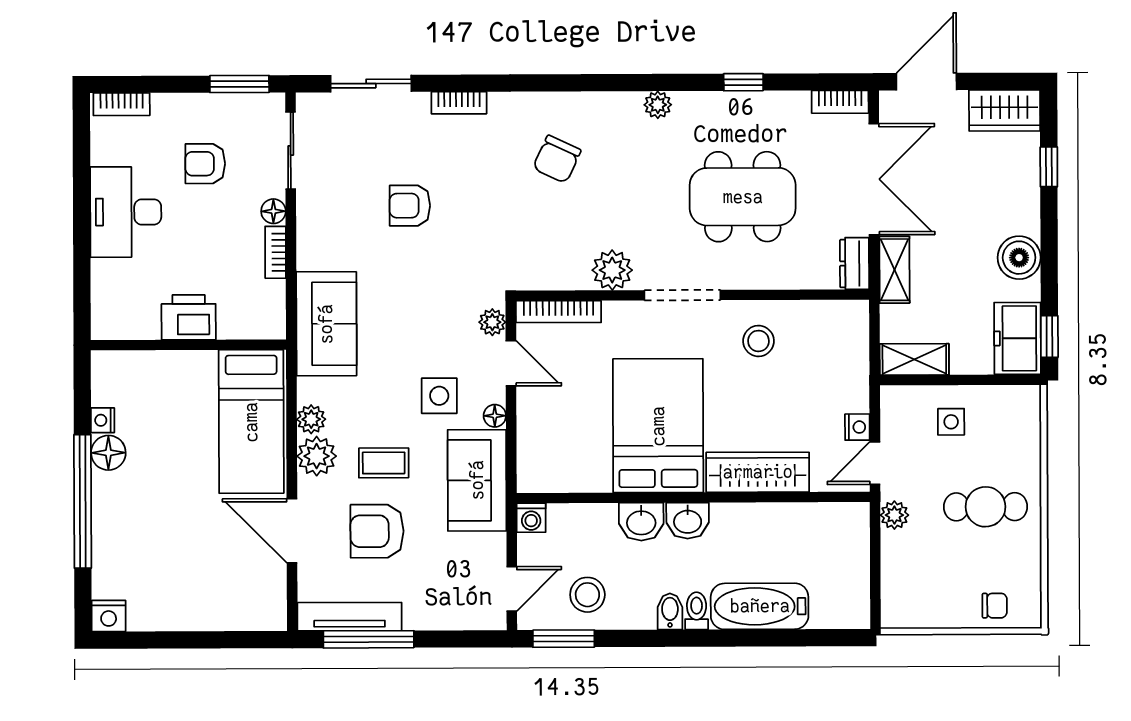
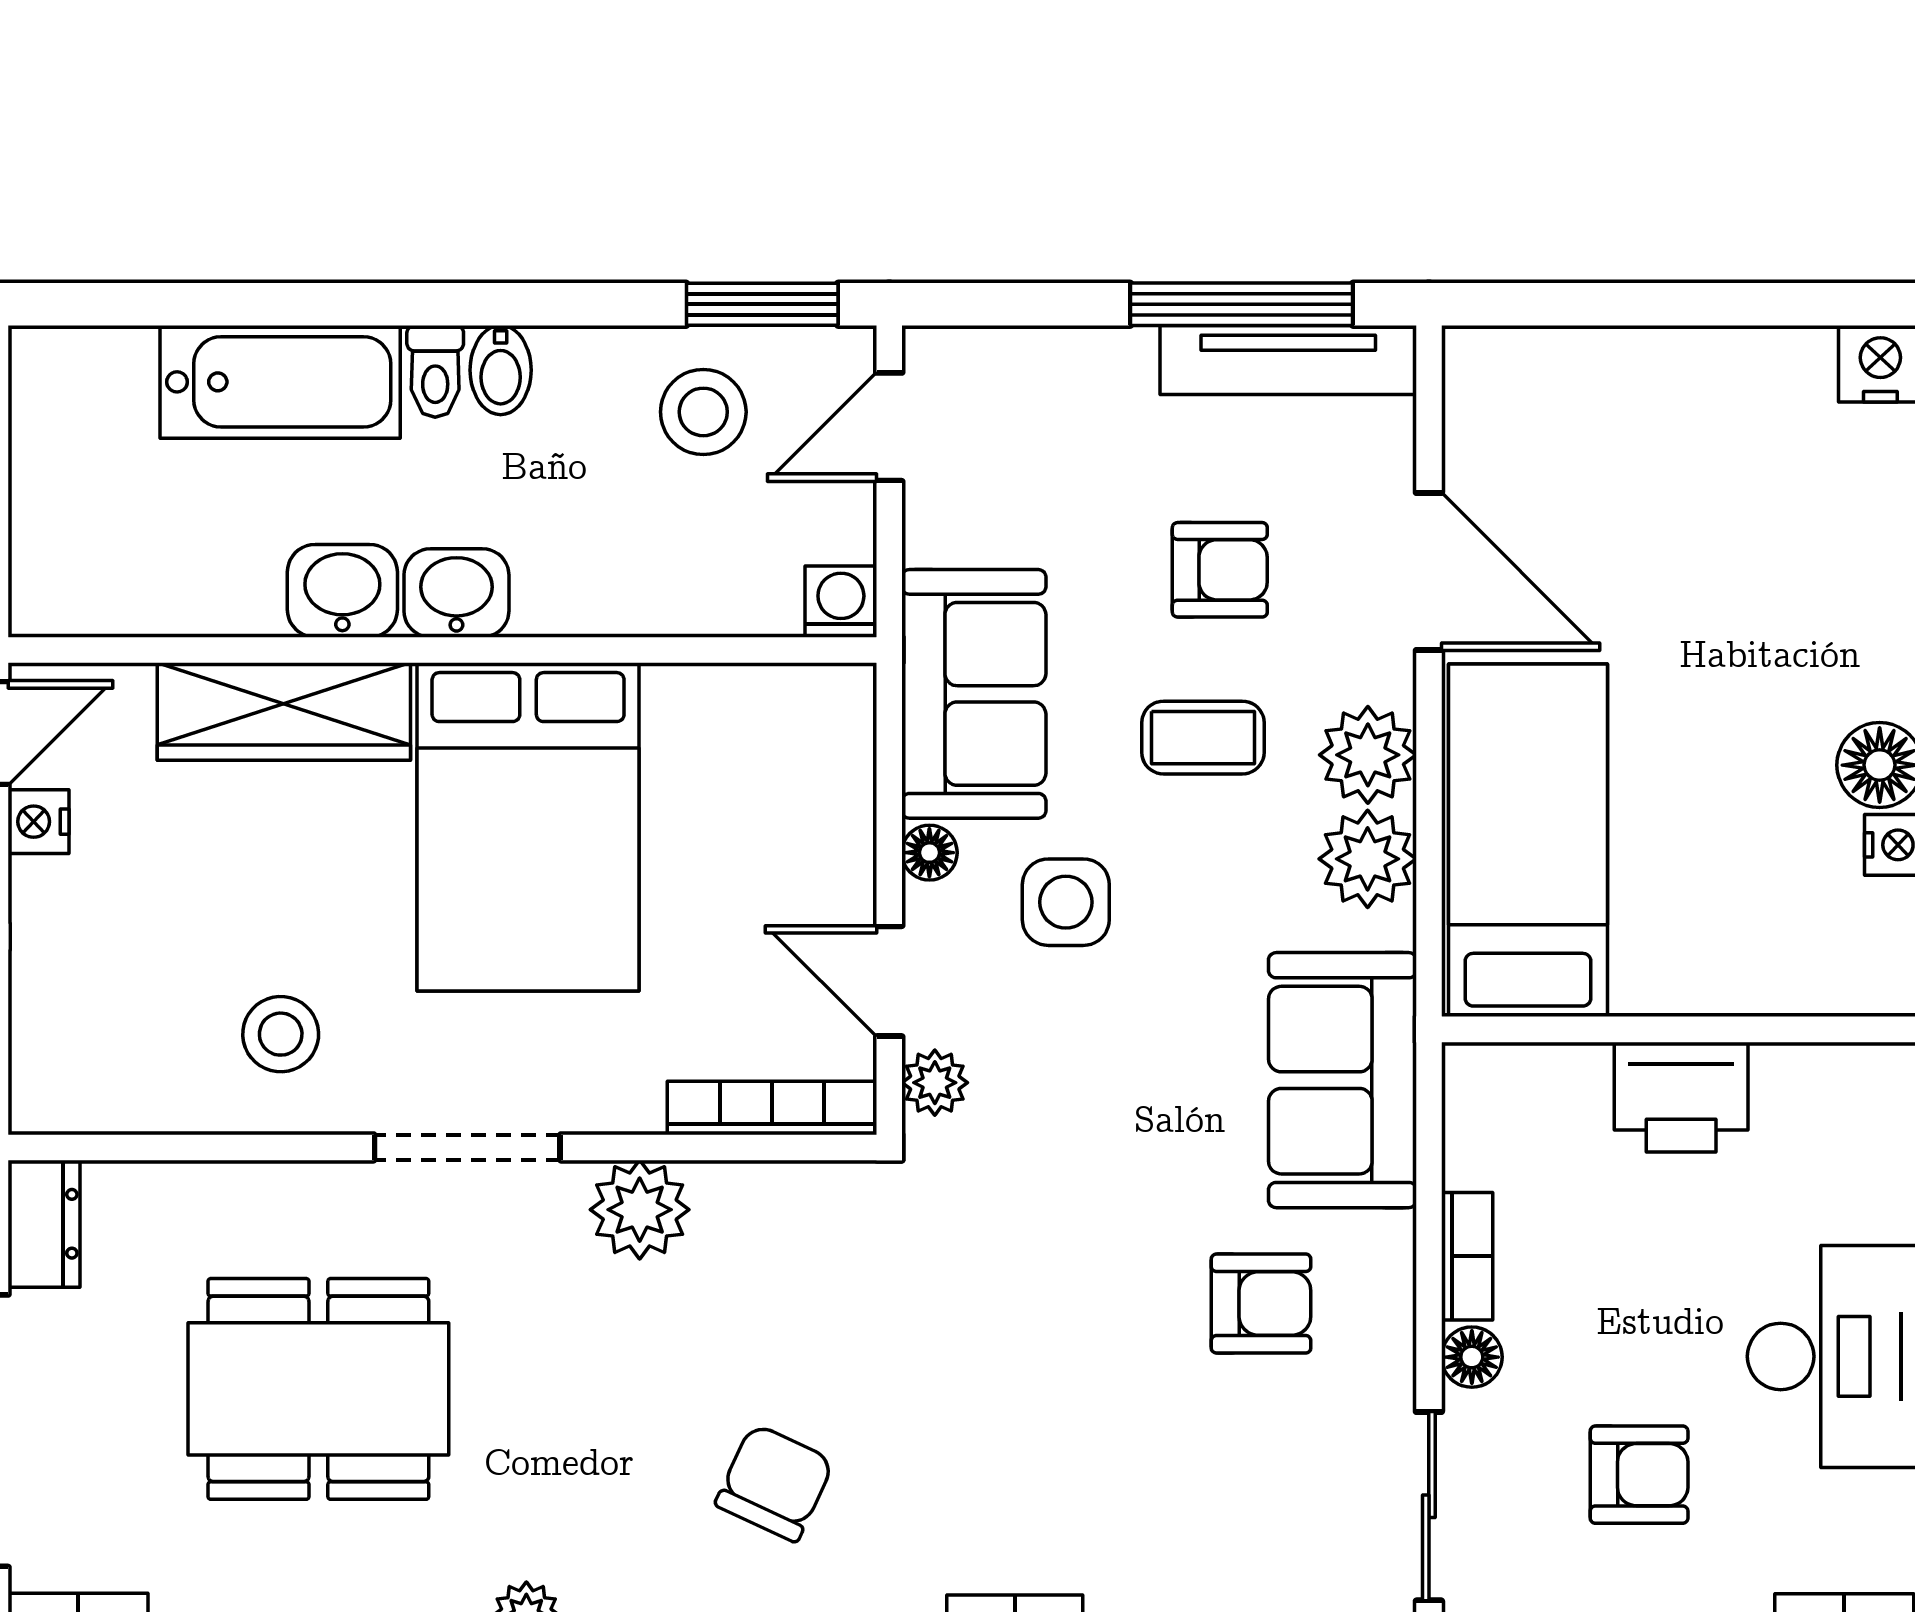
armchair: (410, 206) -> (1261, 1304), moved
plant: (311, 419) -> (1368, 859), width x1.38, depth x1.38
washbasin: (641, 522) -> (342, 591), moved
armchair: (377, 531) -> (1220, 570), width x0.72, depth x0.72

